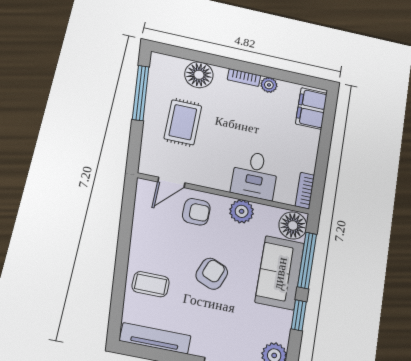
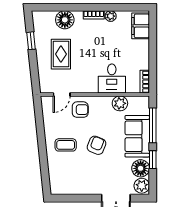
window: (141, 93) -> (31, 41), width x0.46
plant: (242, 211) -> (120, 103), moved
floor lamp: (293, 225) -> (141, 168), moved
coffee table: (151, 284) -> (66, 145), moved
tv unit: (155, 338) -> (71, 189), removed

